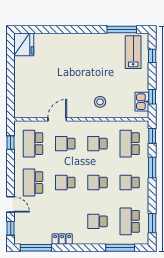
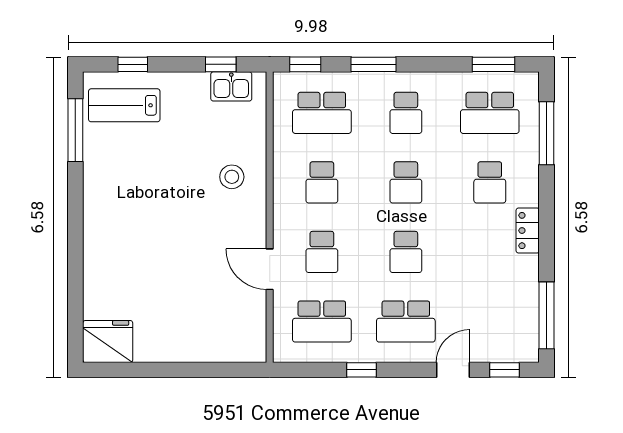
window: (11, 143) -> (362, 370), moved
locker: (62, 239) -> (528, 231), moved

